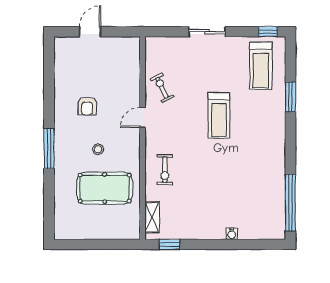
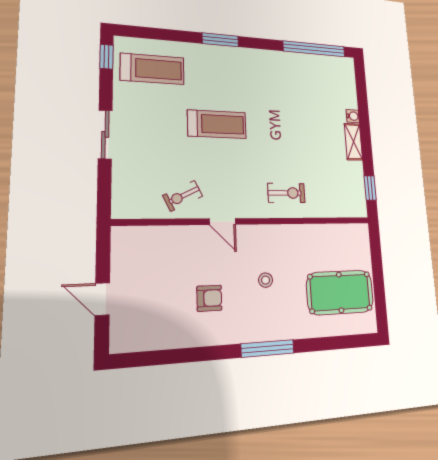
window: (290, 97) -> (220, 40), moved
pool table: (105, 188) -> (340, 292), moved, turned 90
shelving: (152, 217) -> (353, 142), moved, turned 90

